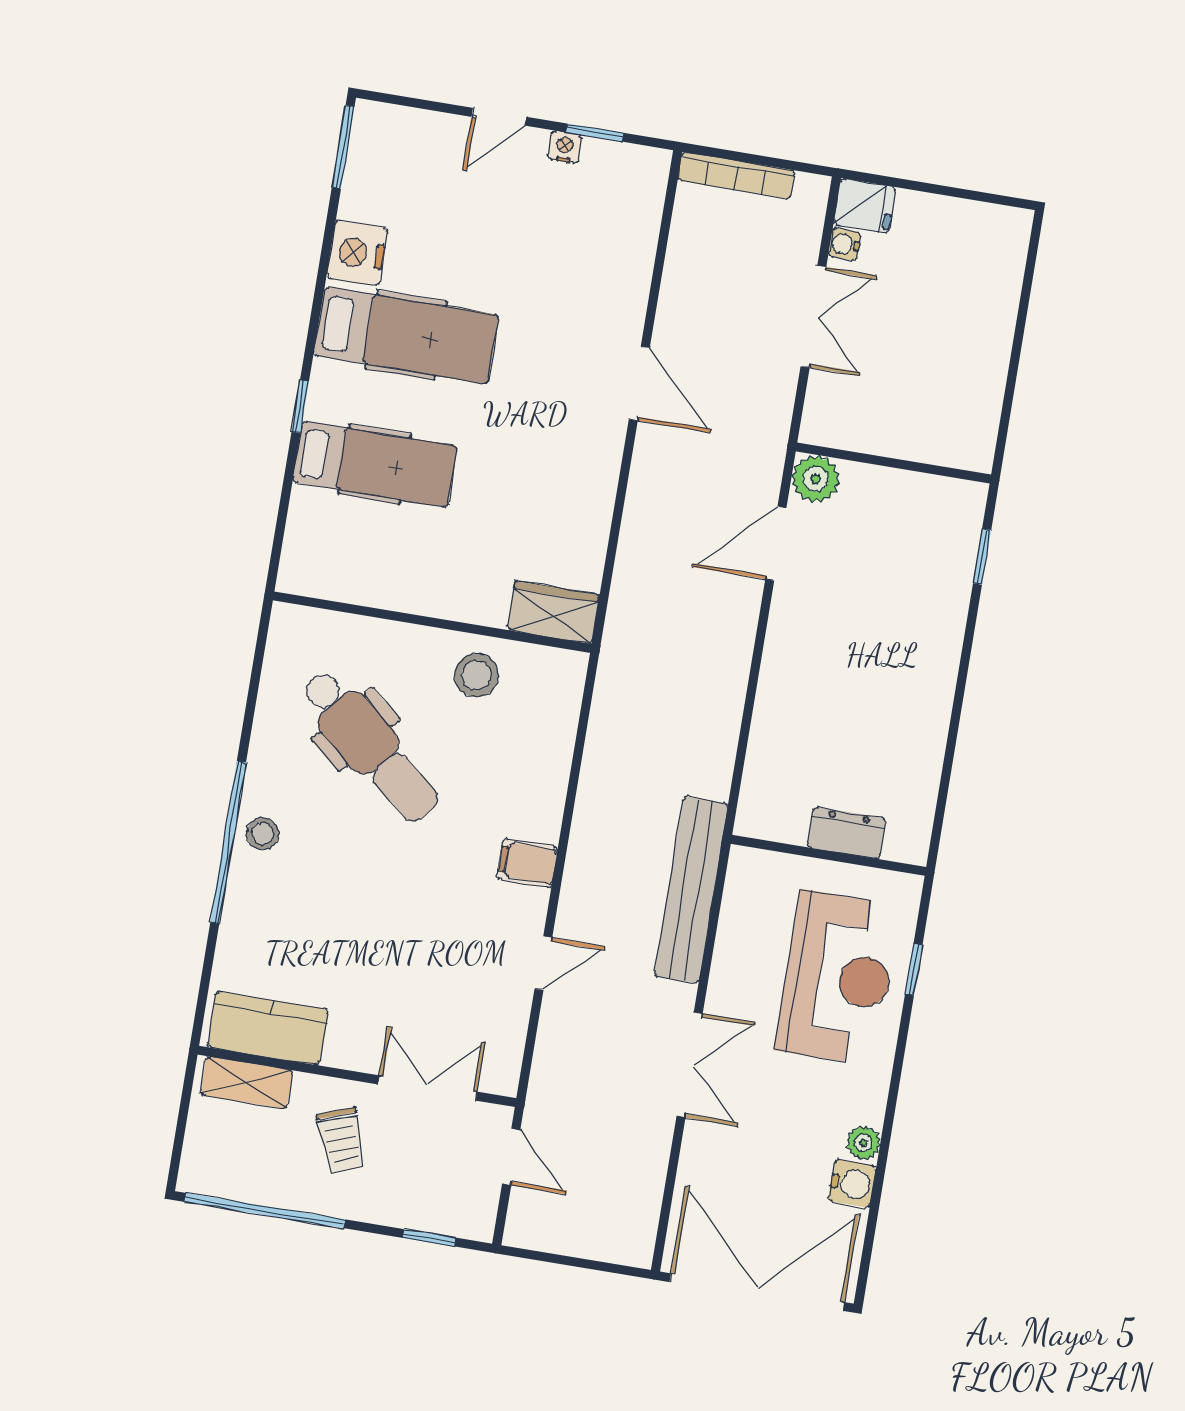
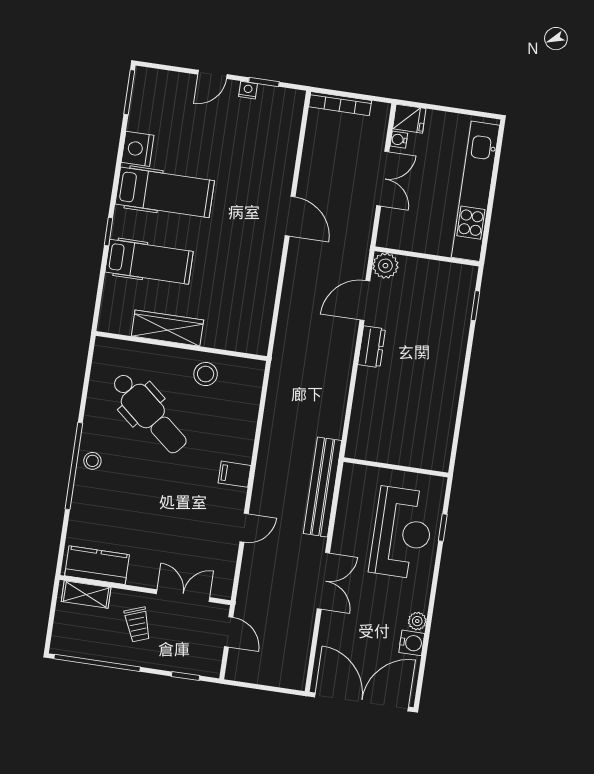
kitchen unit: (986, 343) -> (475, 191), added
wardrobe: (553, 612) -> (167, 328), moved, width x1.50
dresser: (847, 833) -> (372, 347), moved, turned 90

